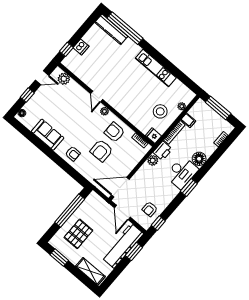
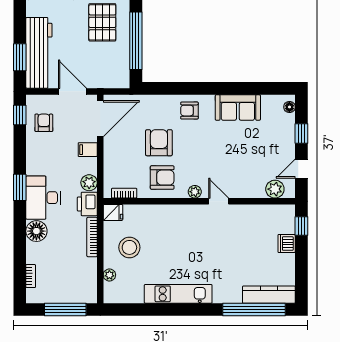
filing cabinet: (188, 120) -> (88, 150), moved

